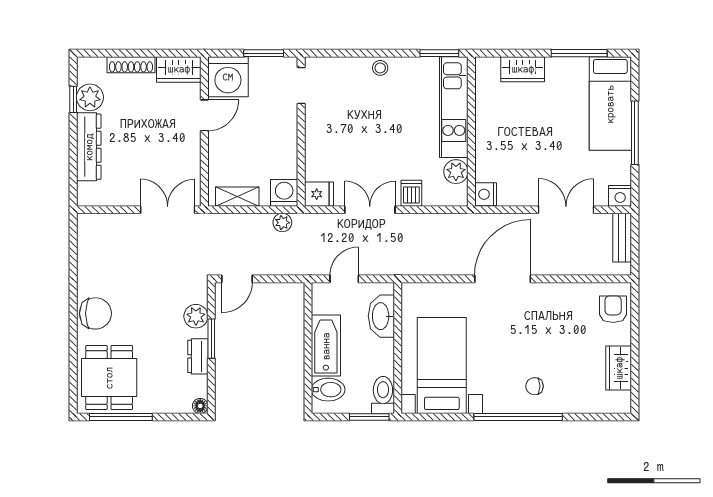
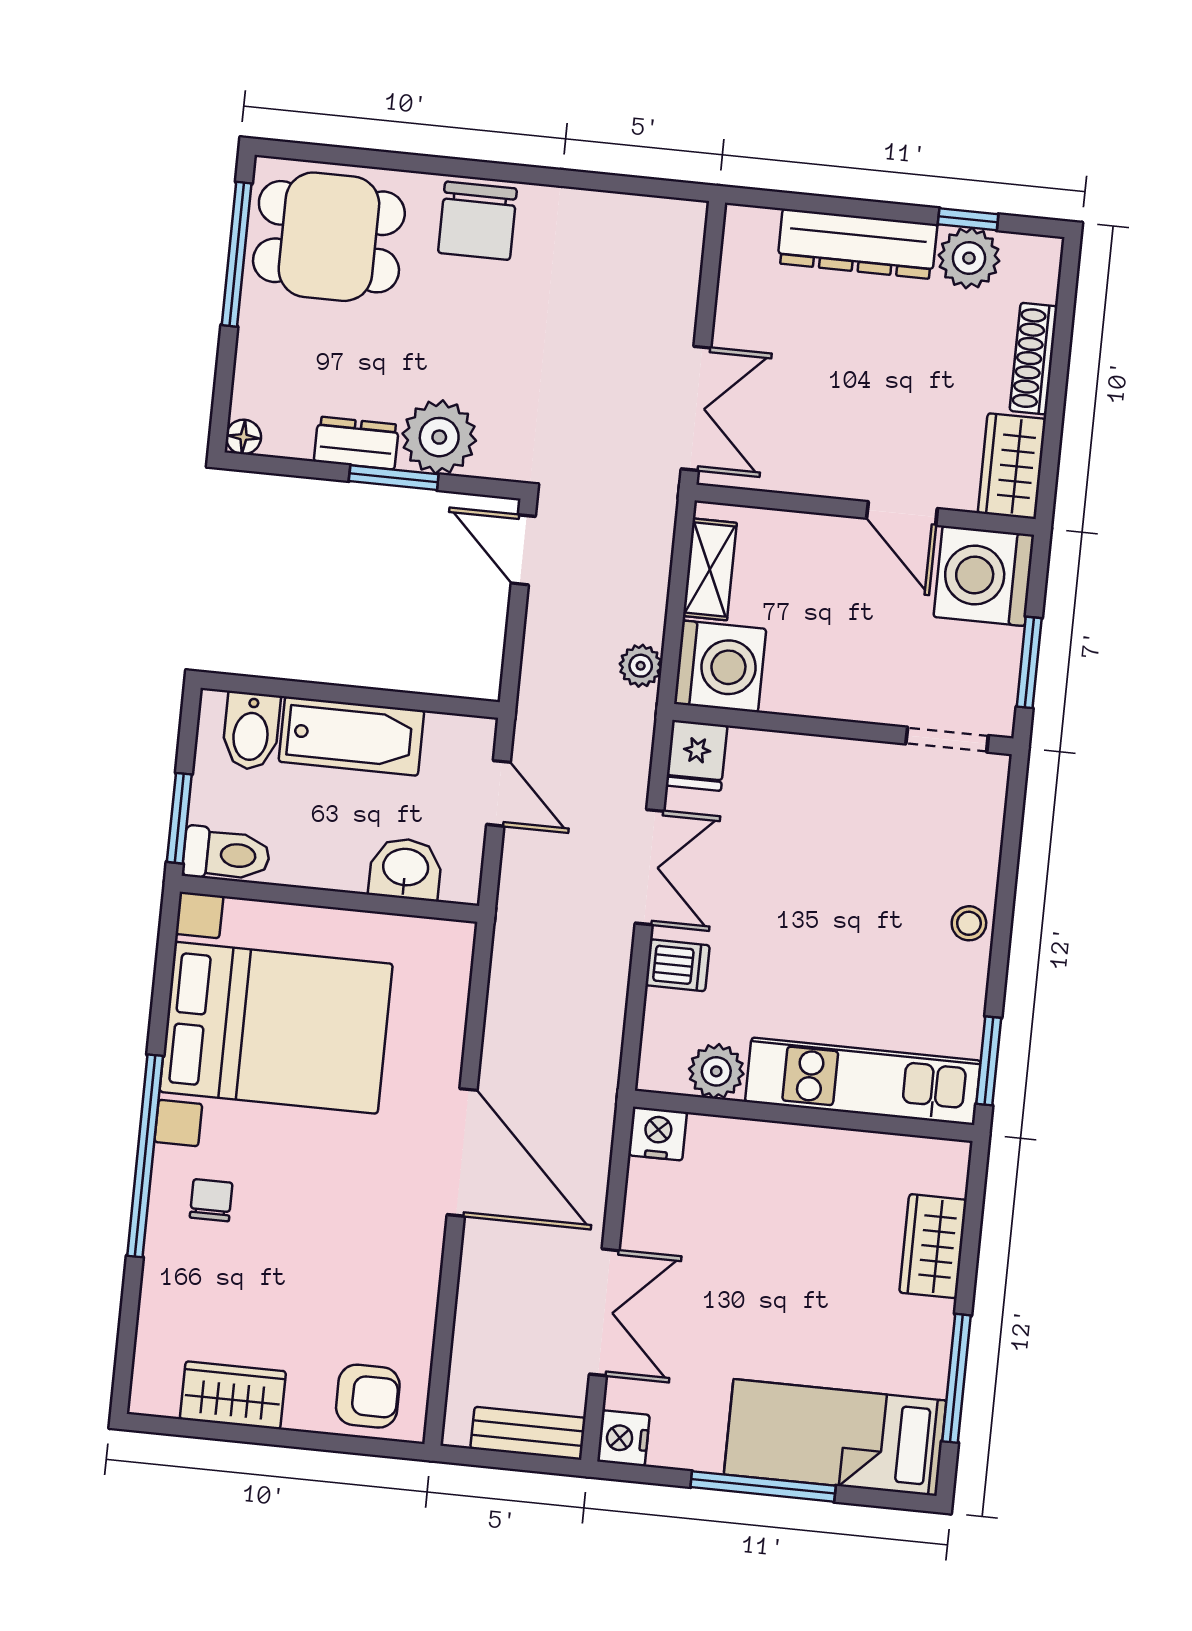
washing machine: (284, 193) -> (720, 666), width x1.37, depth x1.37
plant: (196, 316) -> (439, 437), width x1.36, depth x1.36
washbasin: (381, 316) -> (405, 869), width x0.72
bed with nightstands: (442, 365) -> (276, 1028), width x1.36

